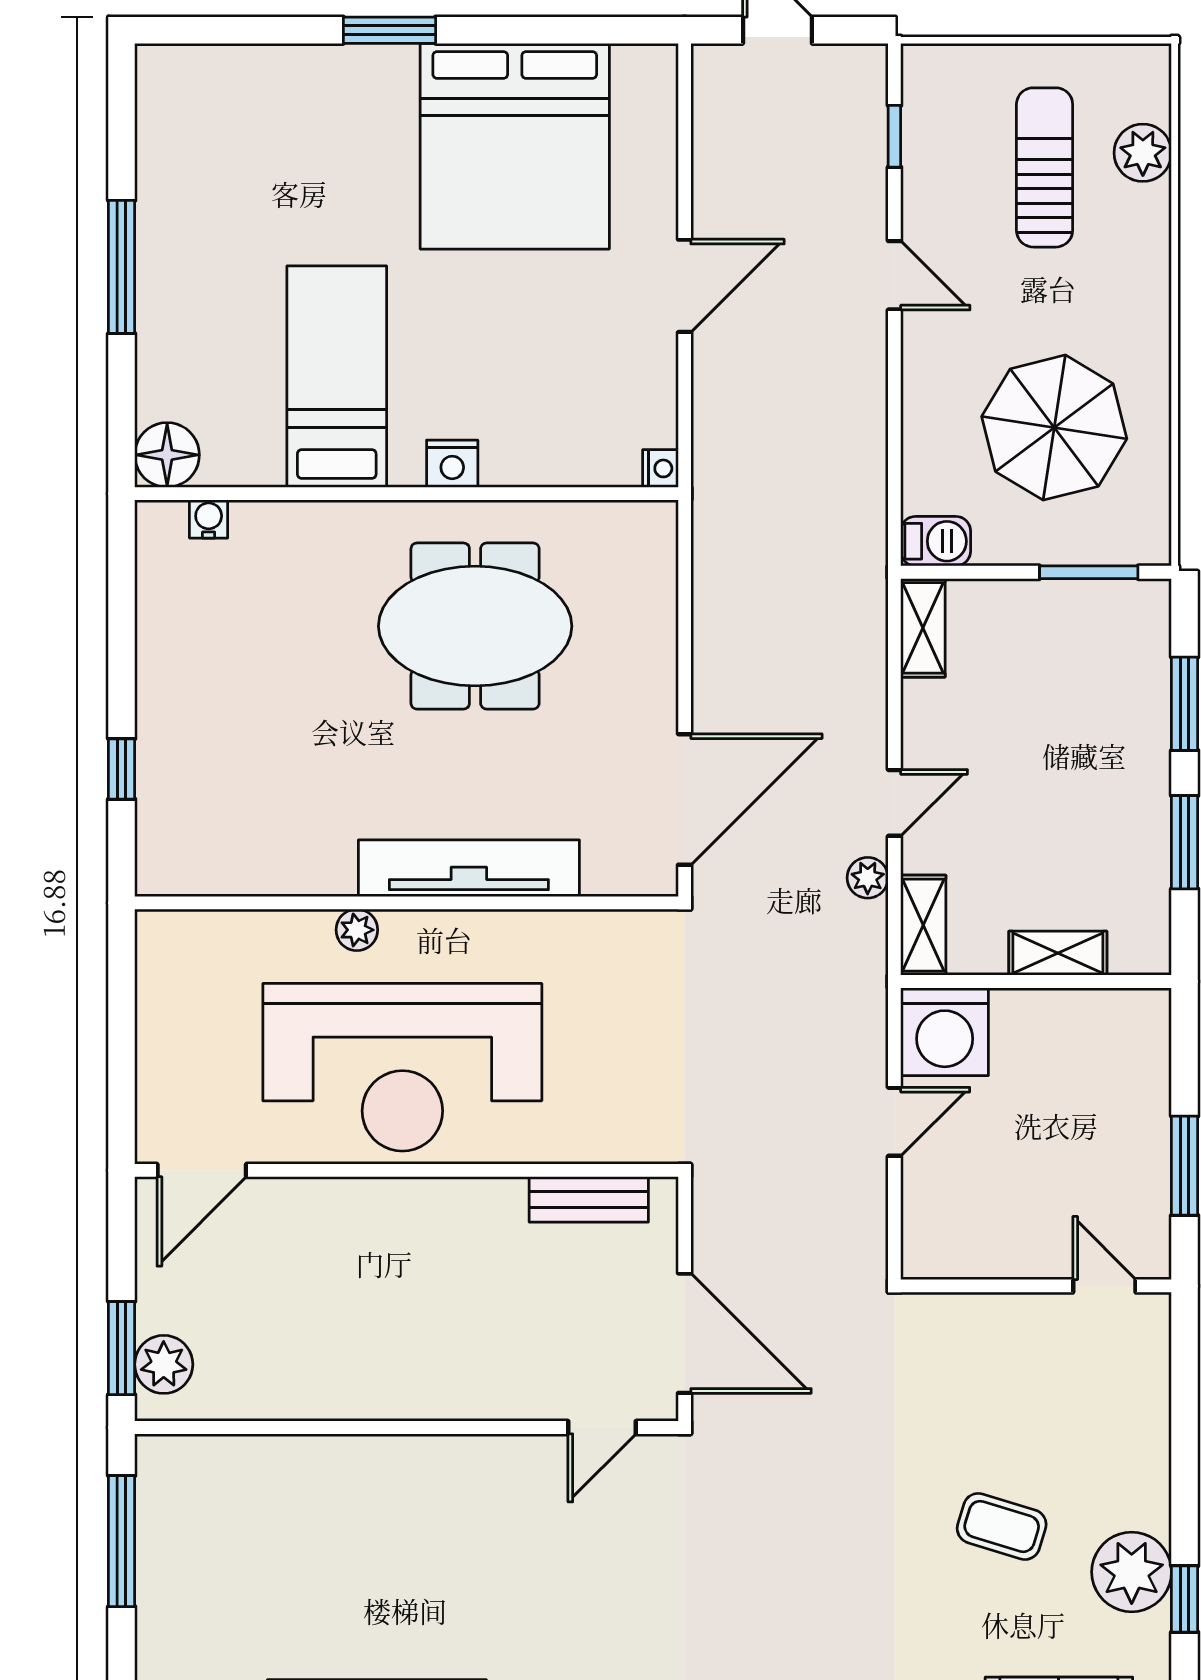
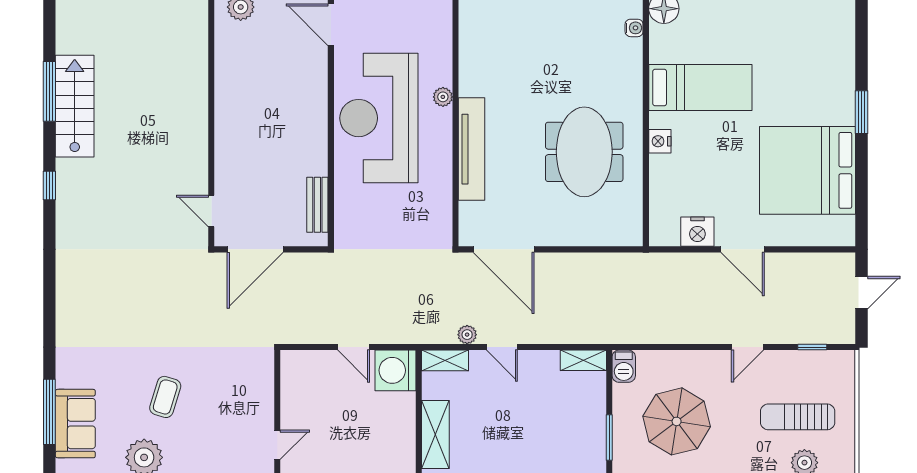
sun lounger: (1045, 167) -> (798, 417), turned 180
nightstand: (660, 468) -> (697, 232), moved, width x1.89, depth x1.79
shelving: (1058, 953) -> (435, 434), width x1.50, depth x1.33

